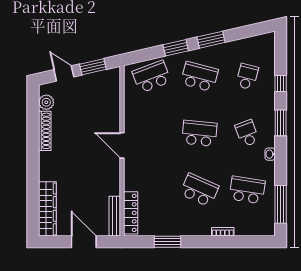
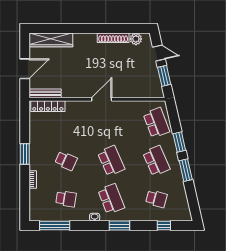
door: (64, 73) -> (159, 53), hinge flipped
school desk: (199, 77) -> (156, 161), turned -39
window: (281, 83) -> (164, 226), moved
school desk: (199, 133) -> (111, 161), turned -30
school desk: (247, 133) -> (111, 199), width x1.85
school desk: (199, 190) -> (66, 161), width x0.54
school desk: (247, 190) -> (66, 199), width x0.54
window: (167, 242) -> (25, 154), moved

